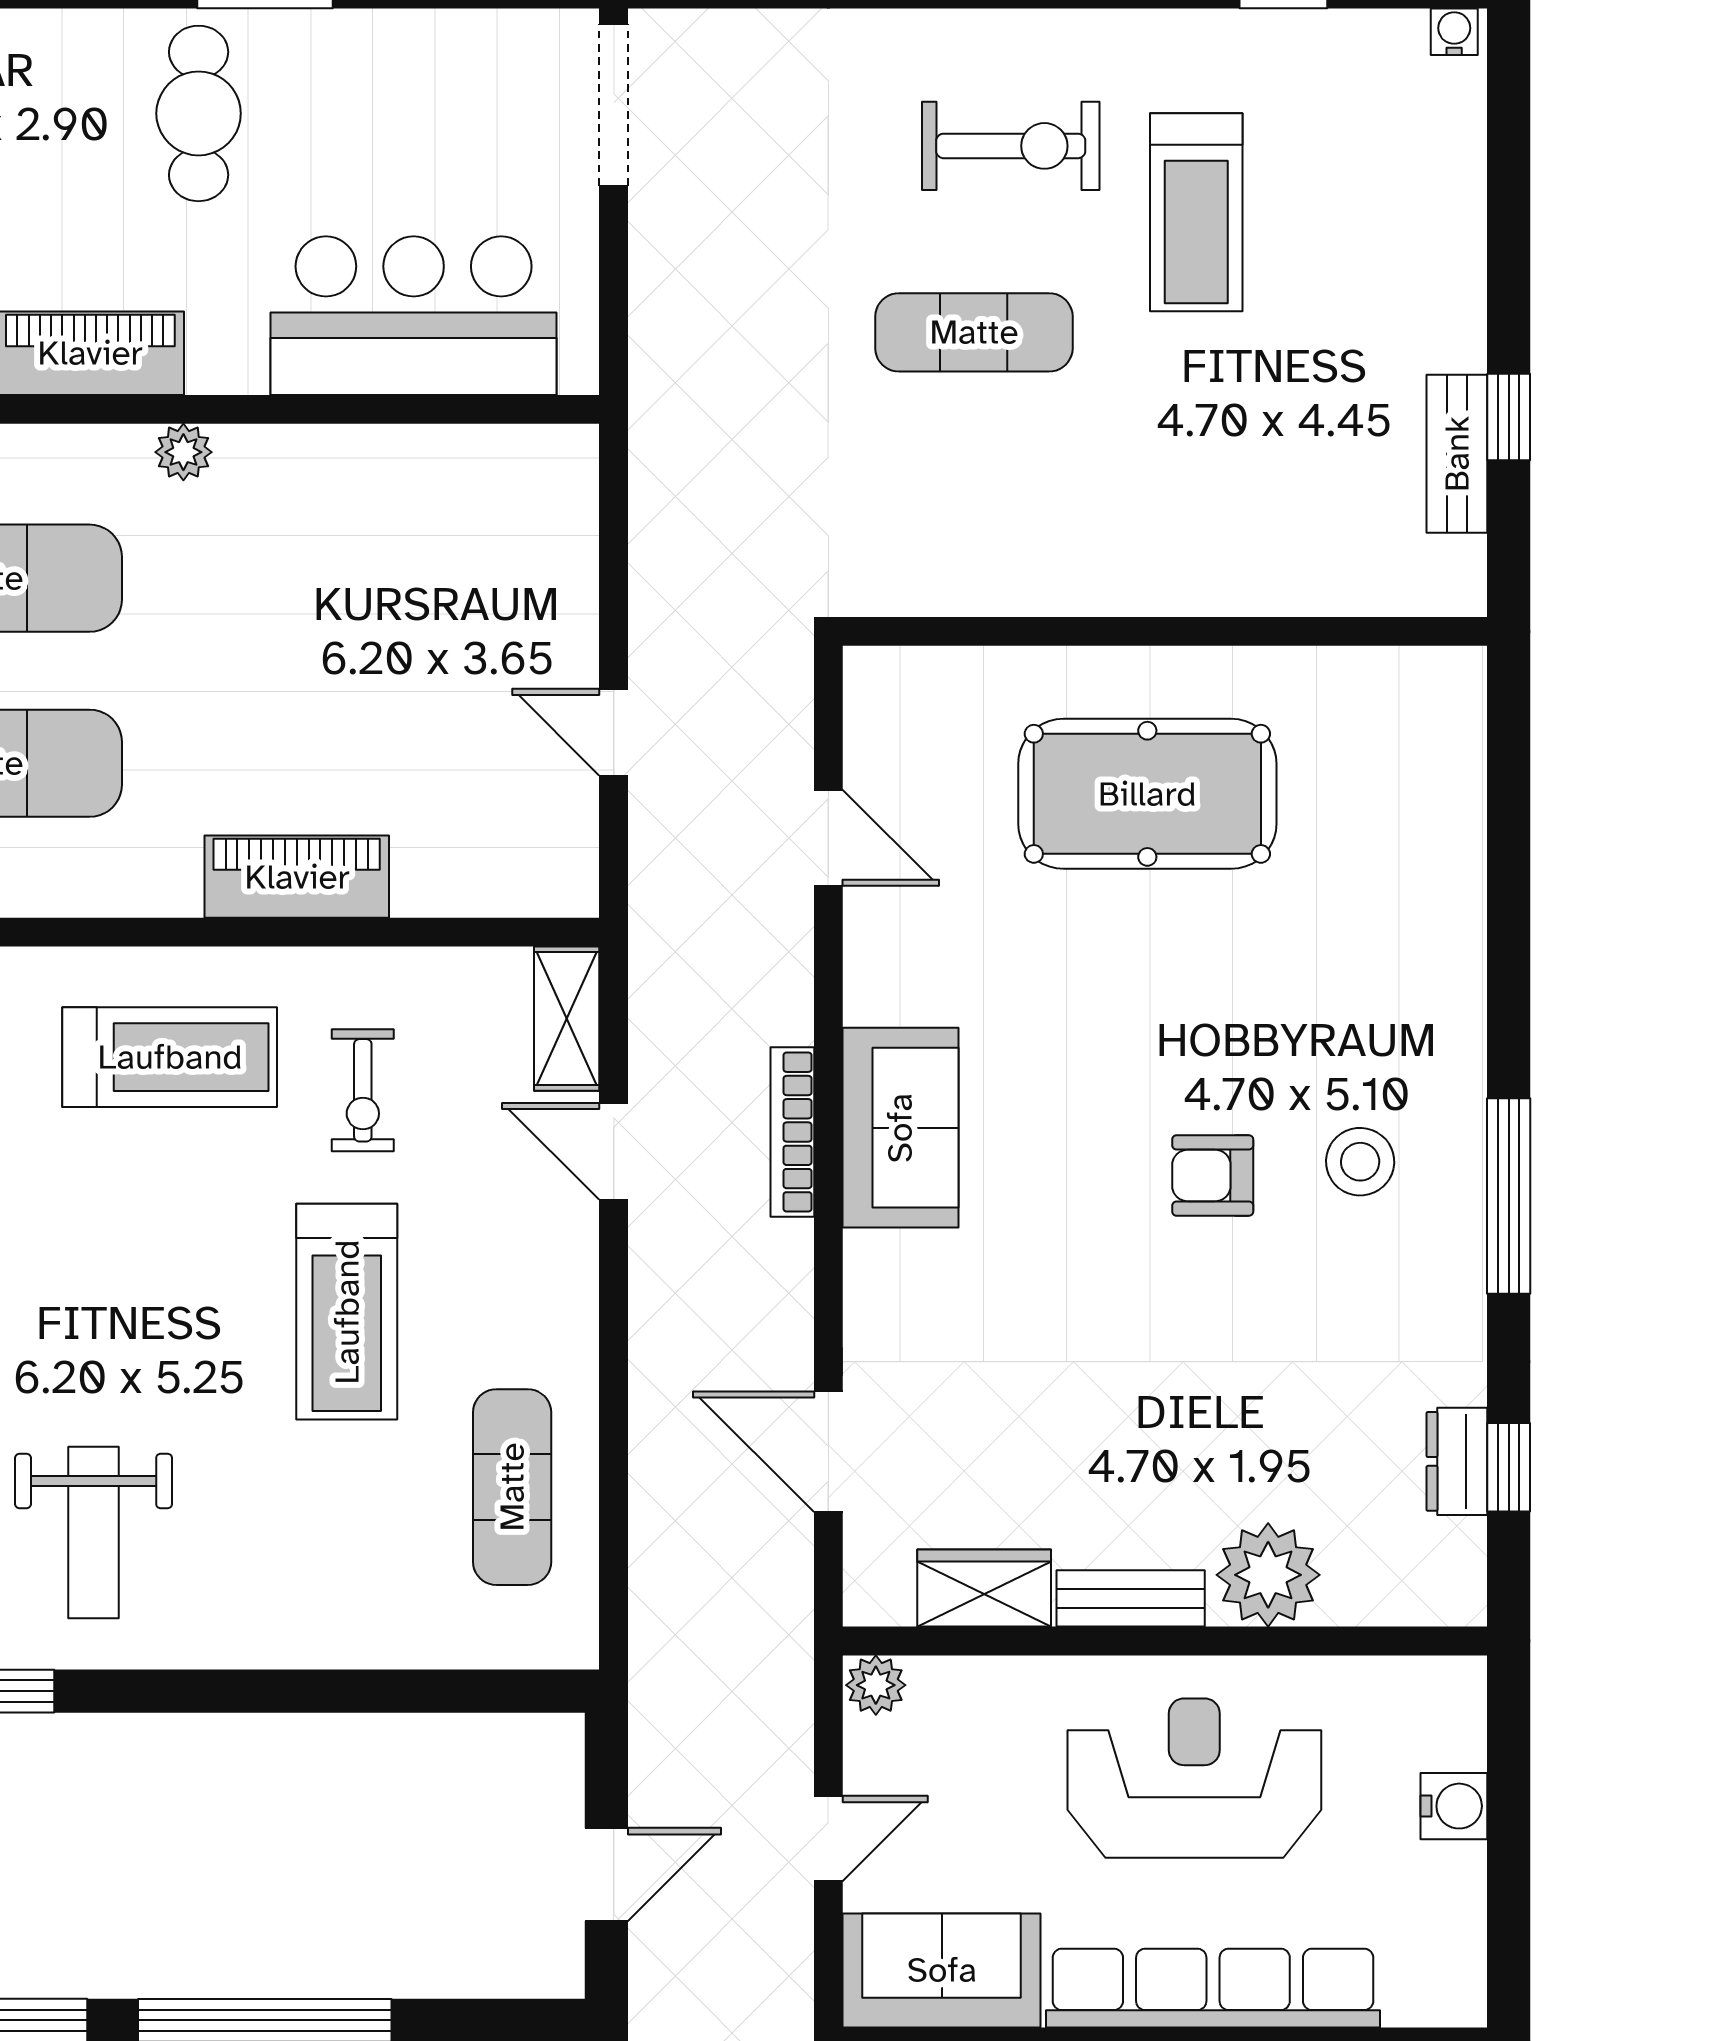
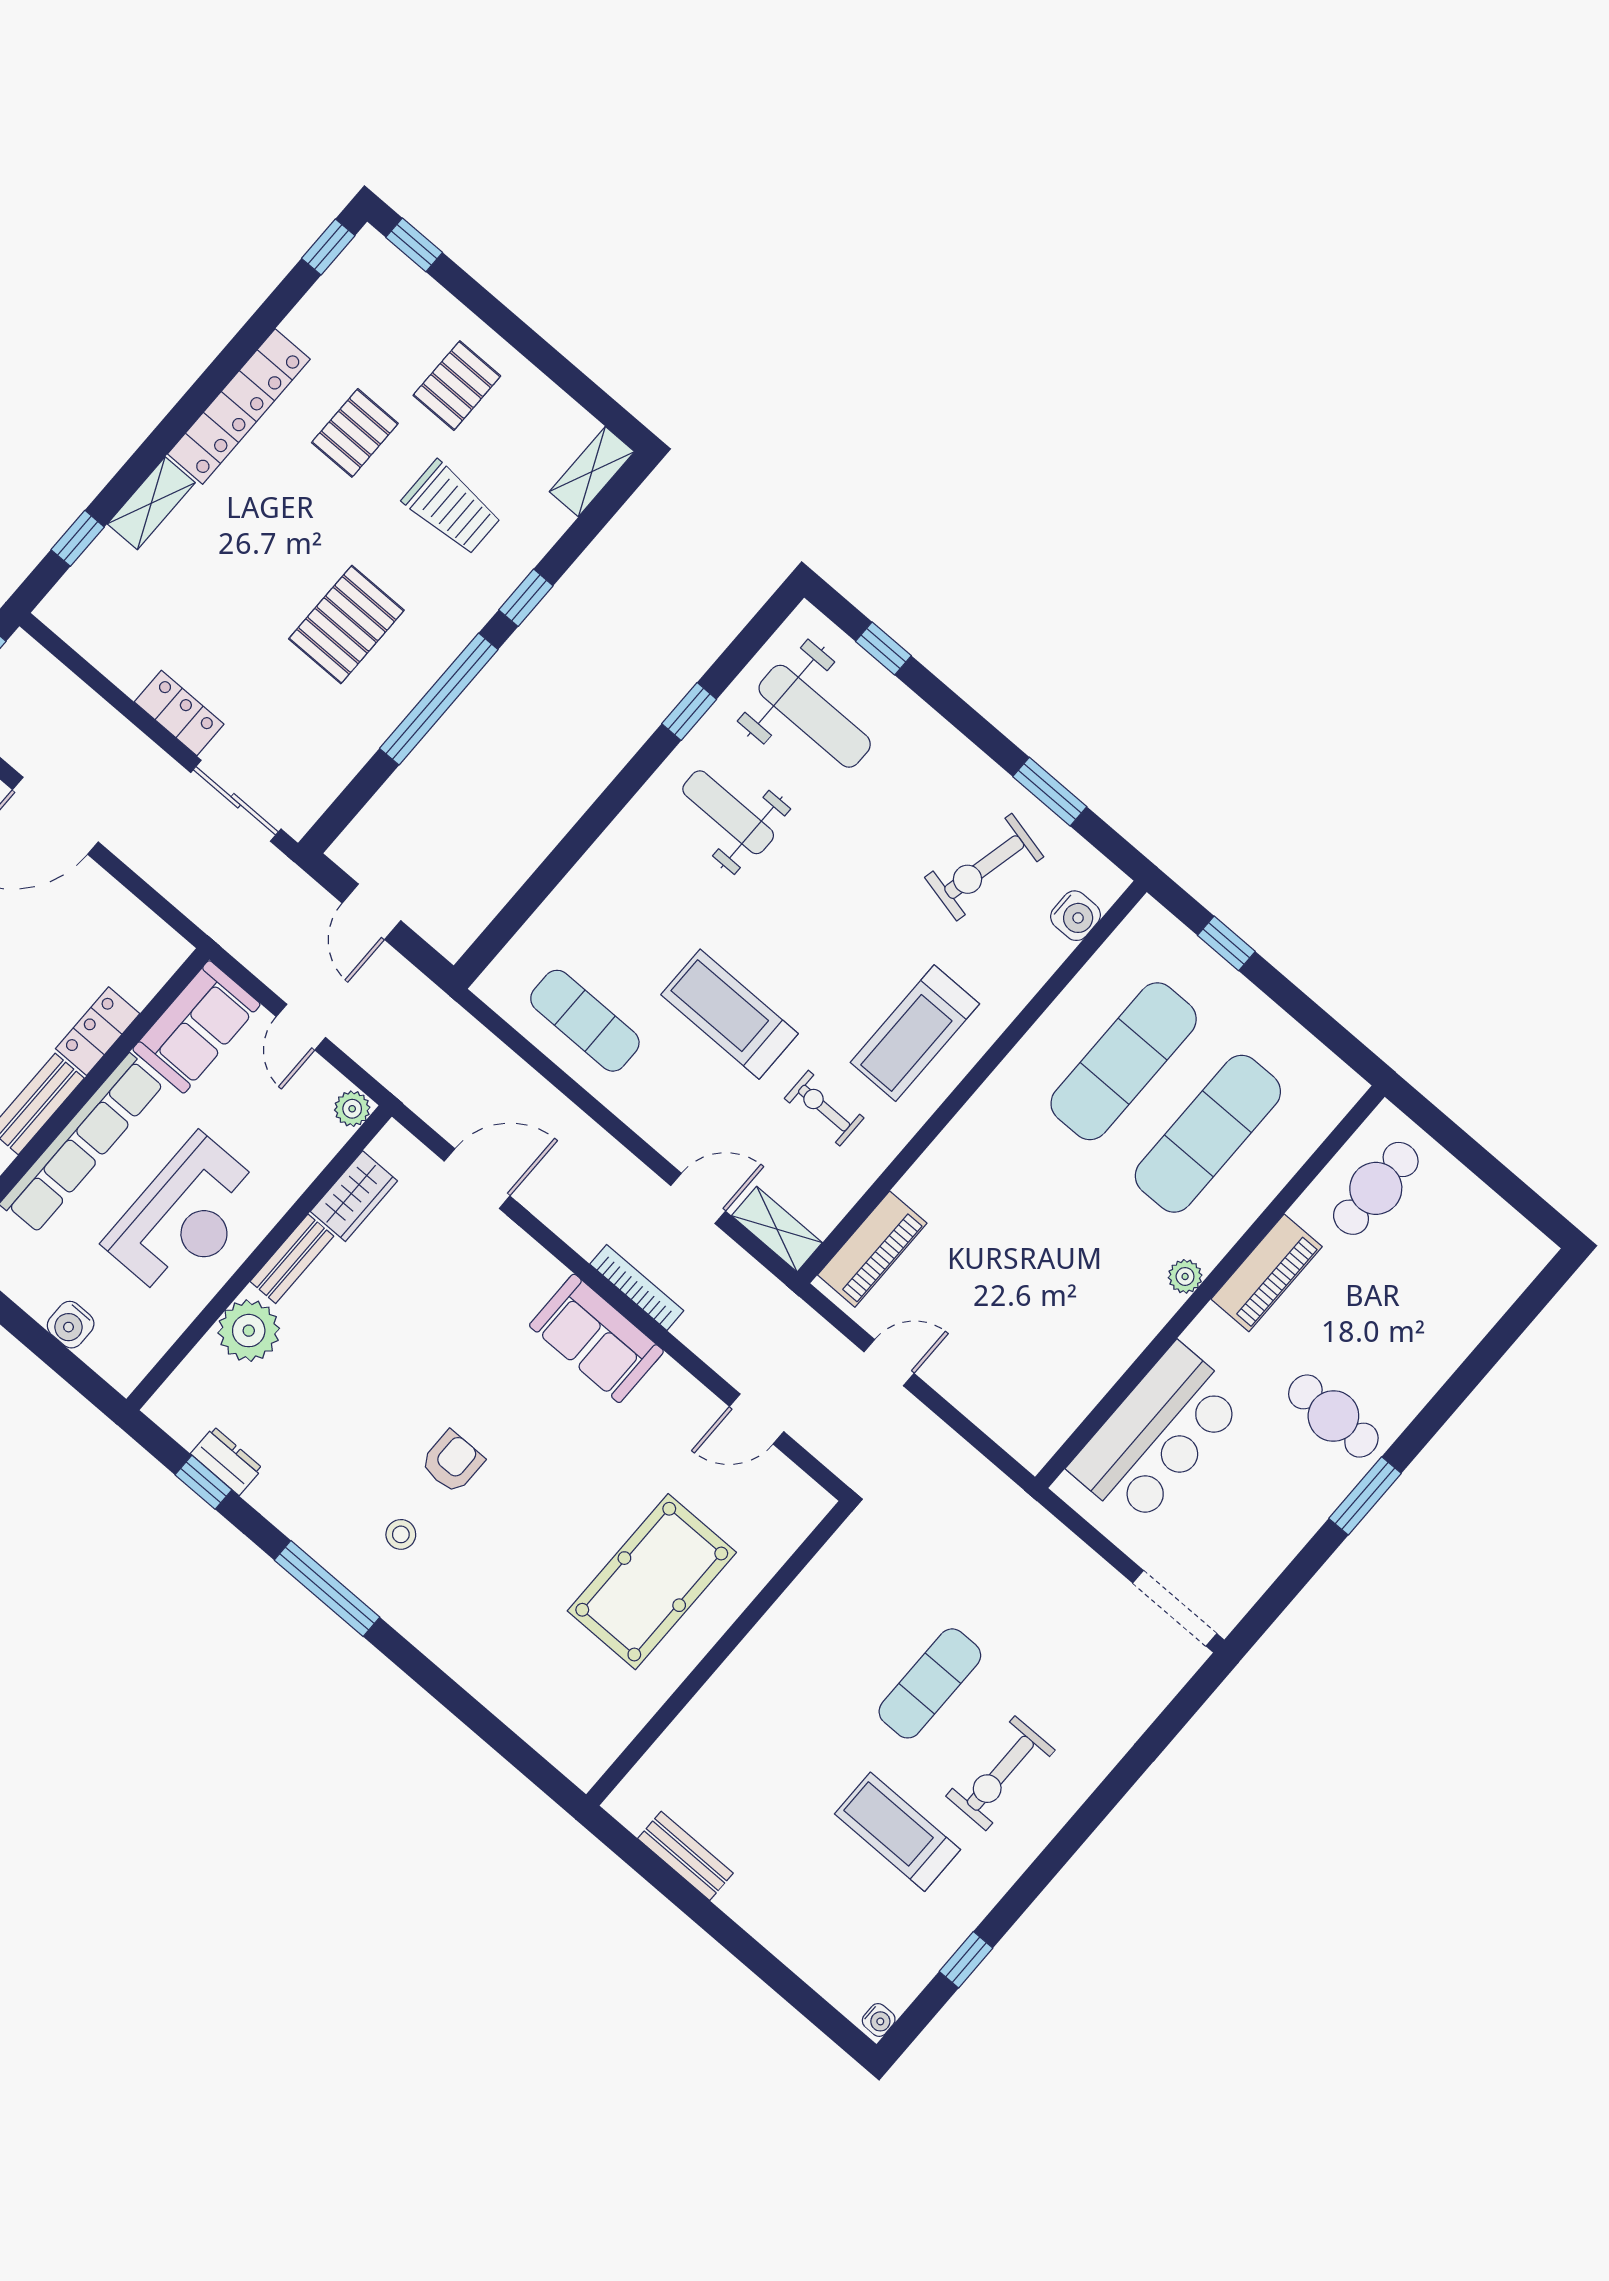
window: (1509, 417) -> (682, 1894), removed
piano: (297, 877) -> (872, 1249), moved
stool: (1360, 1162) -> (401, 1534), width x0.73, depth x0.73

